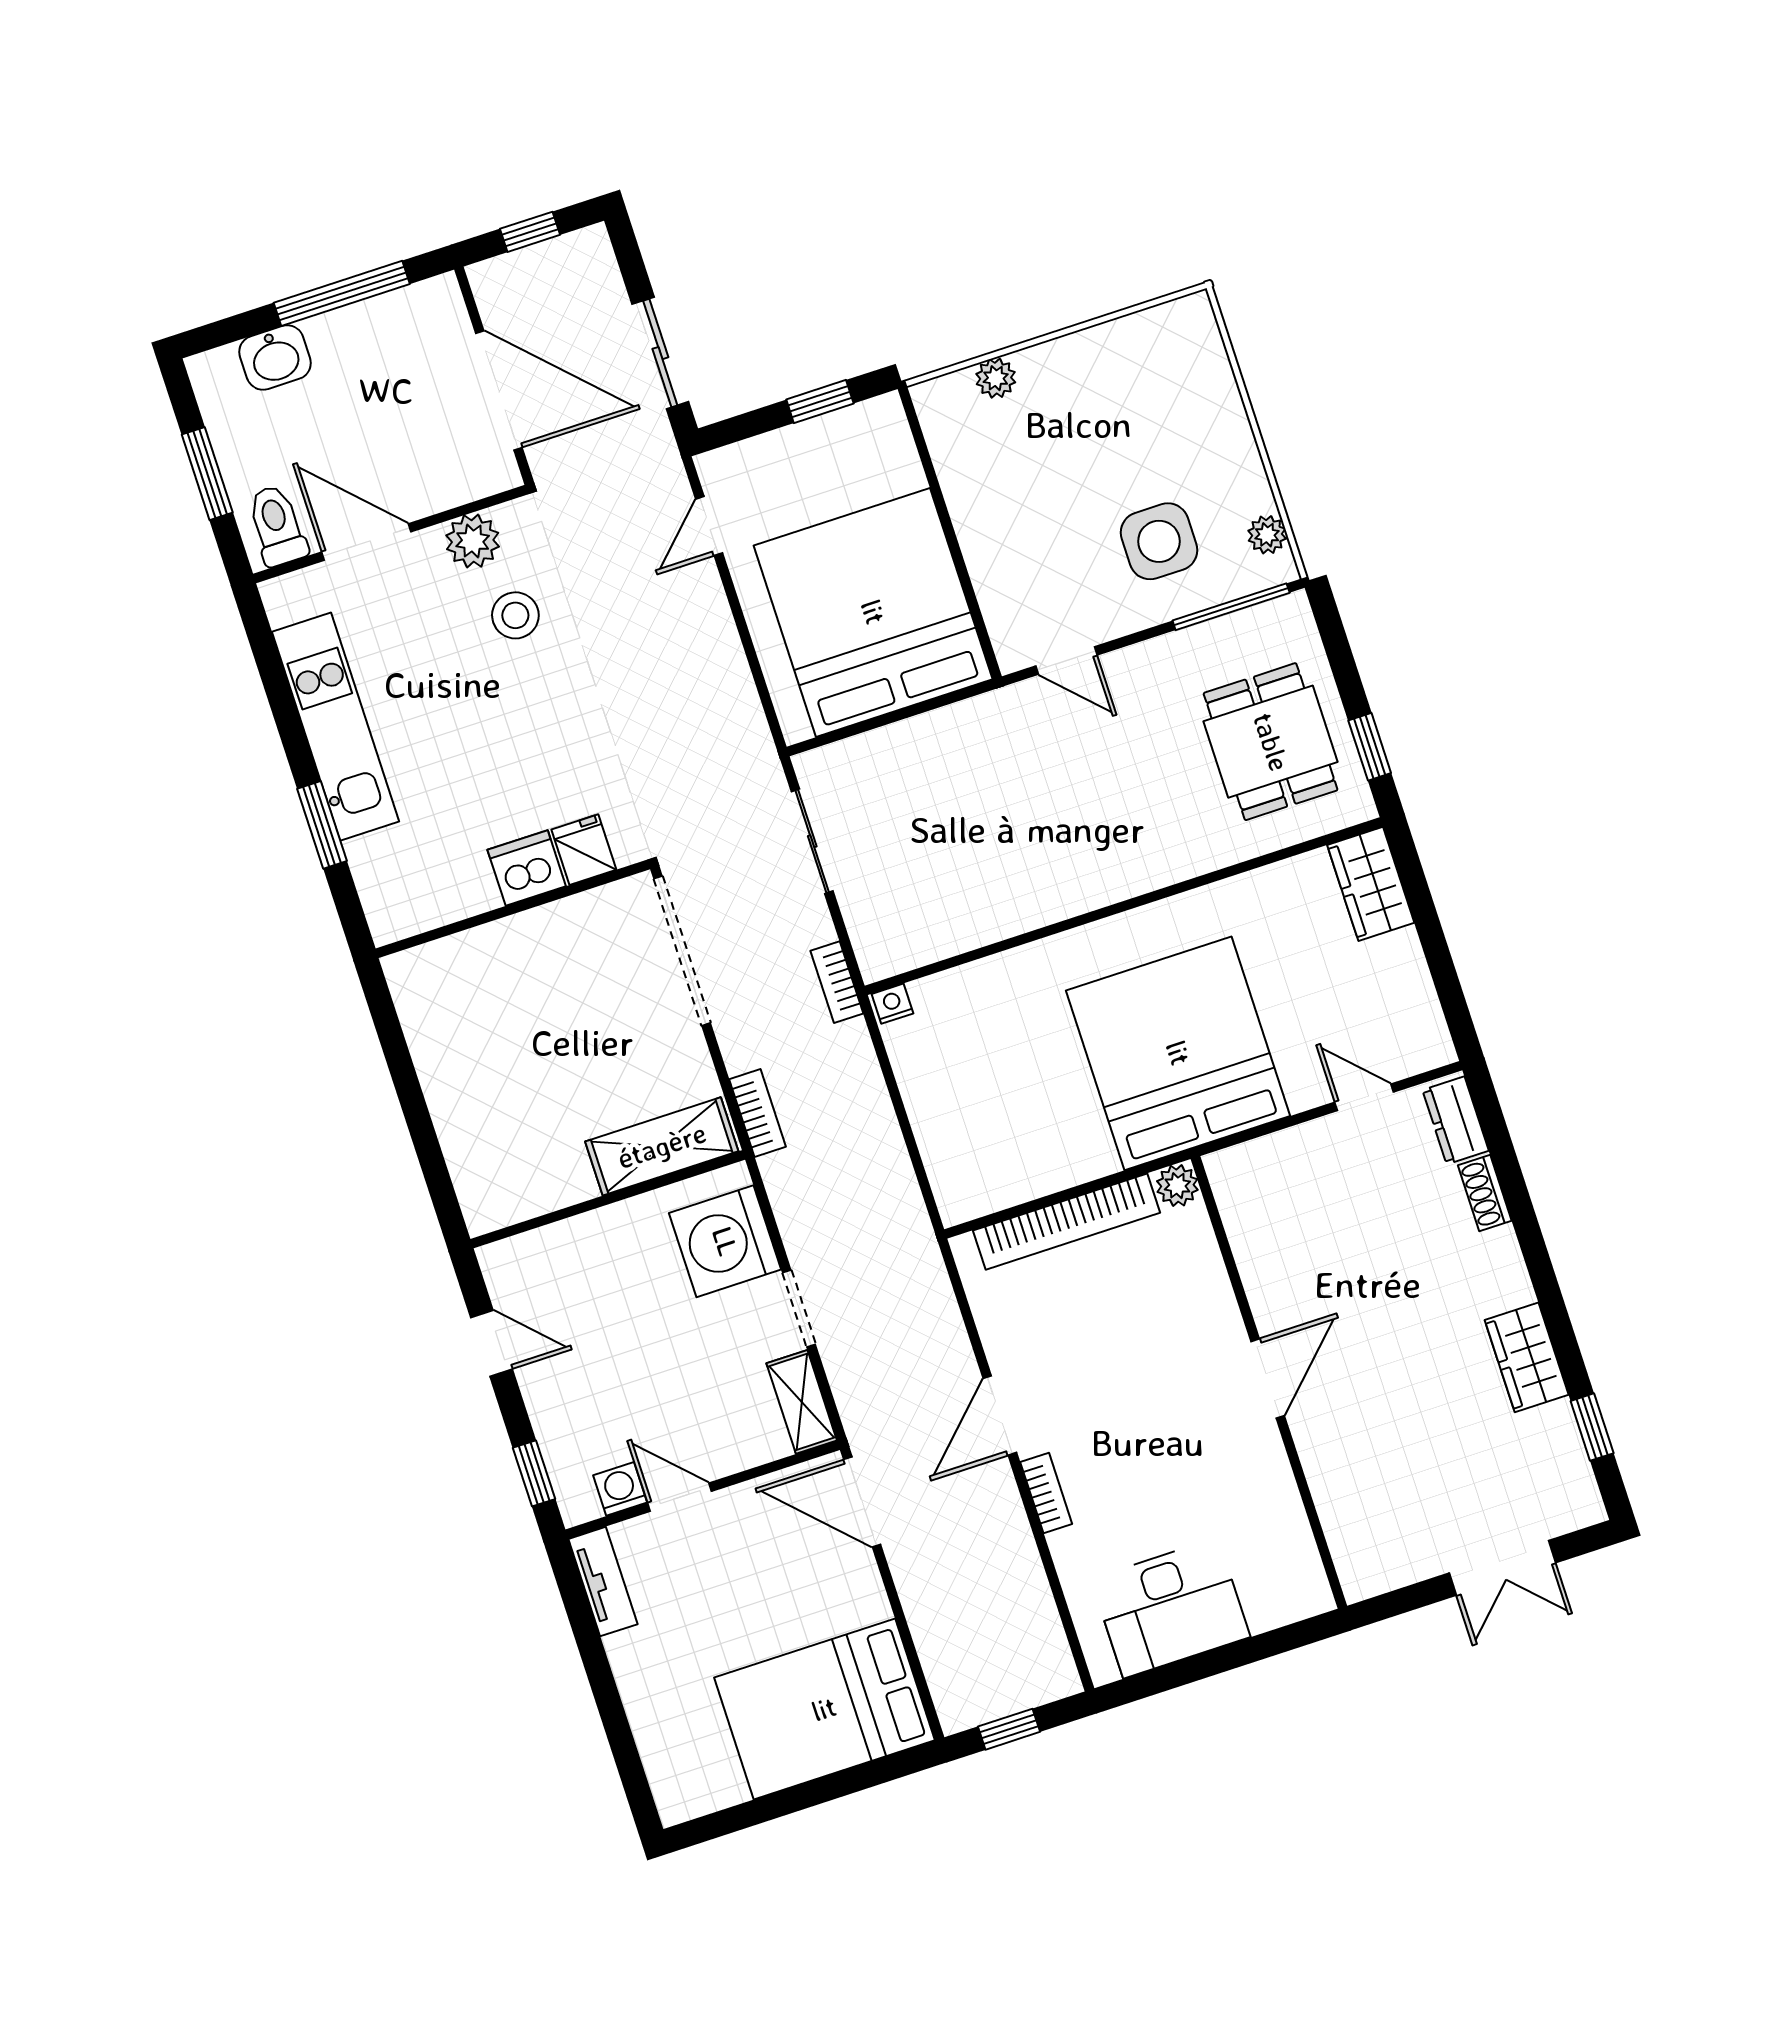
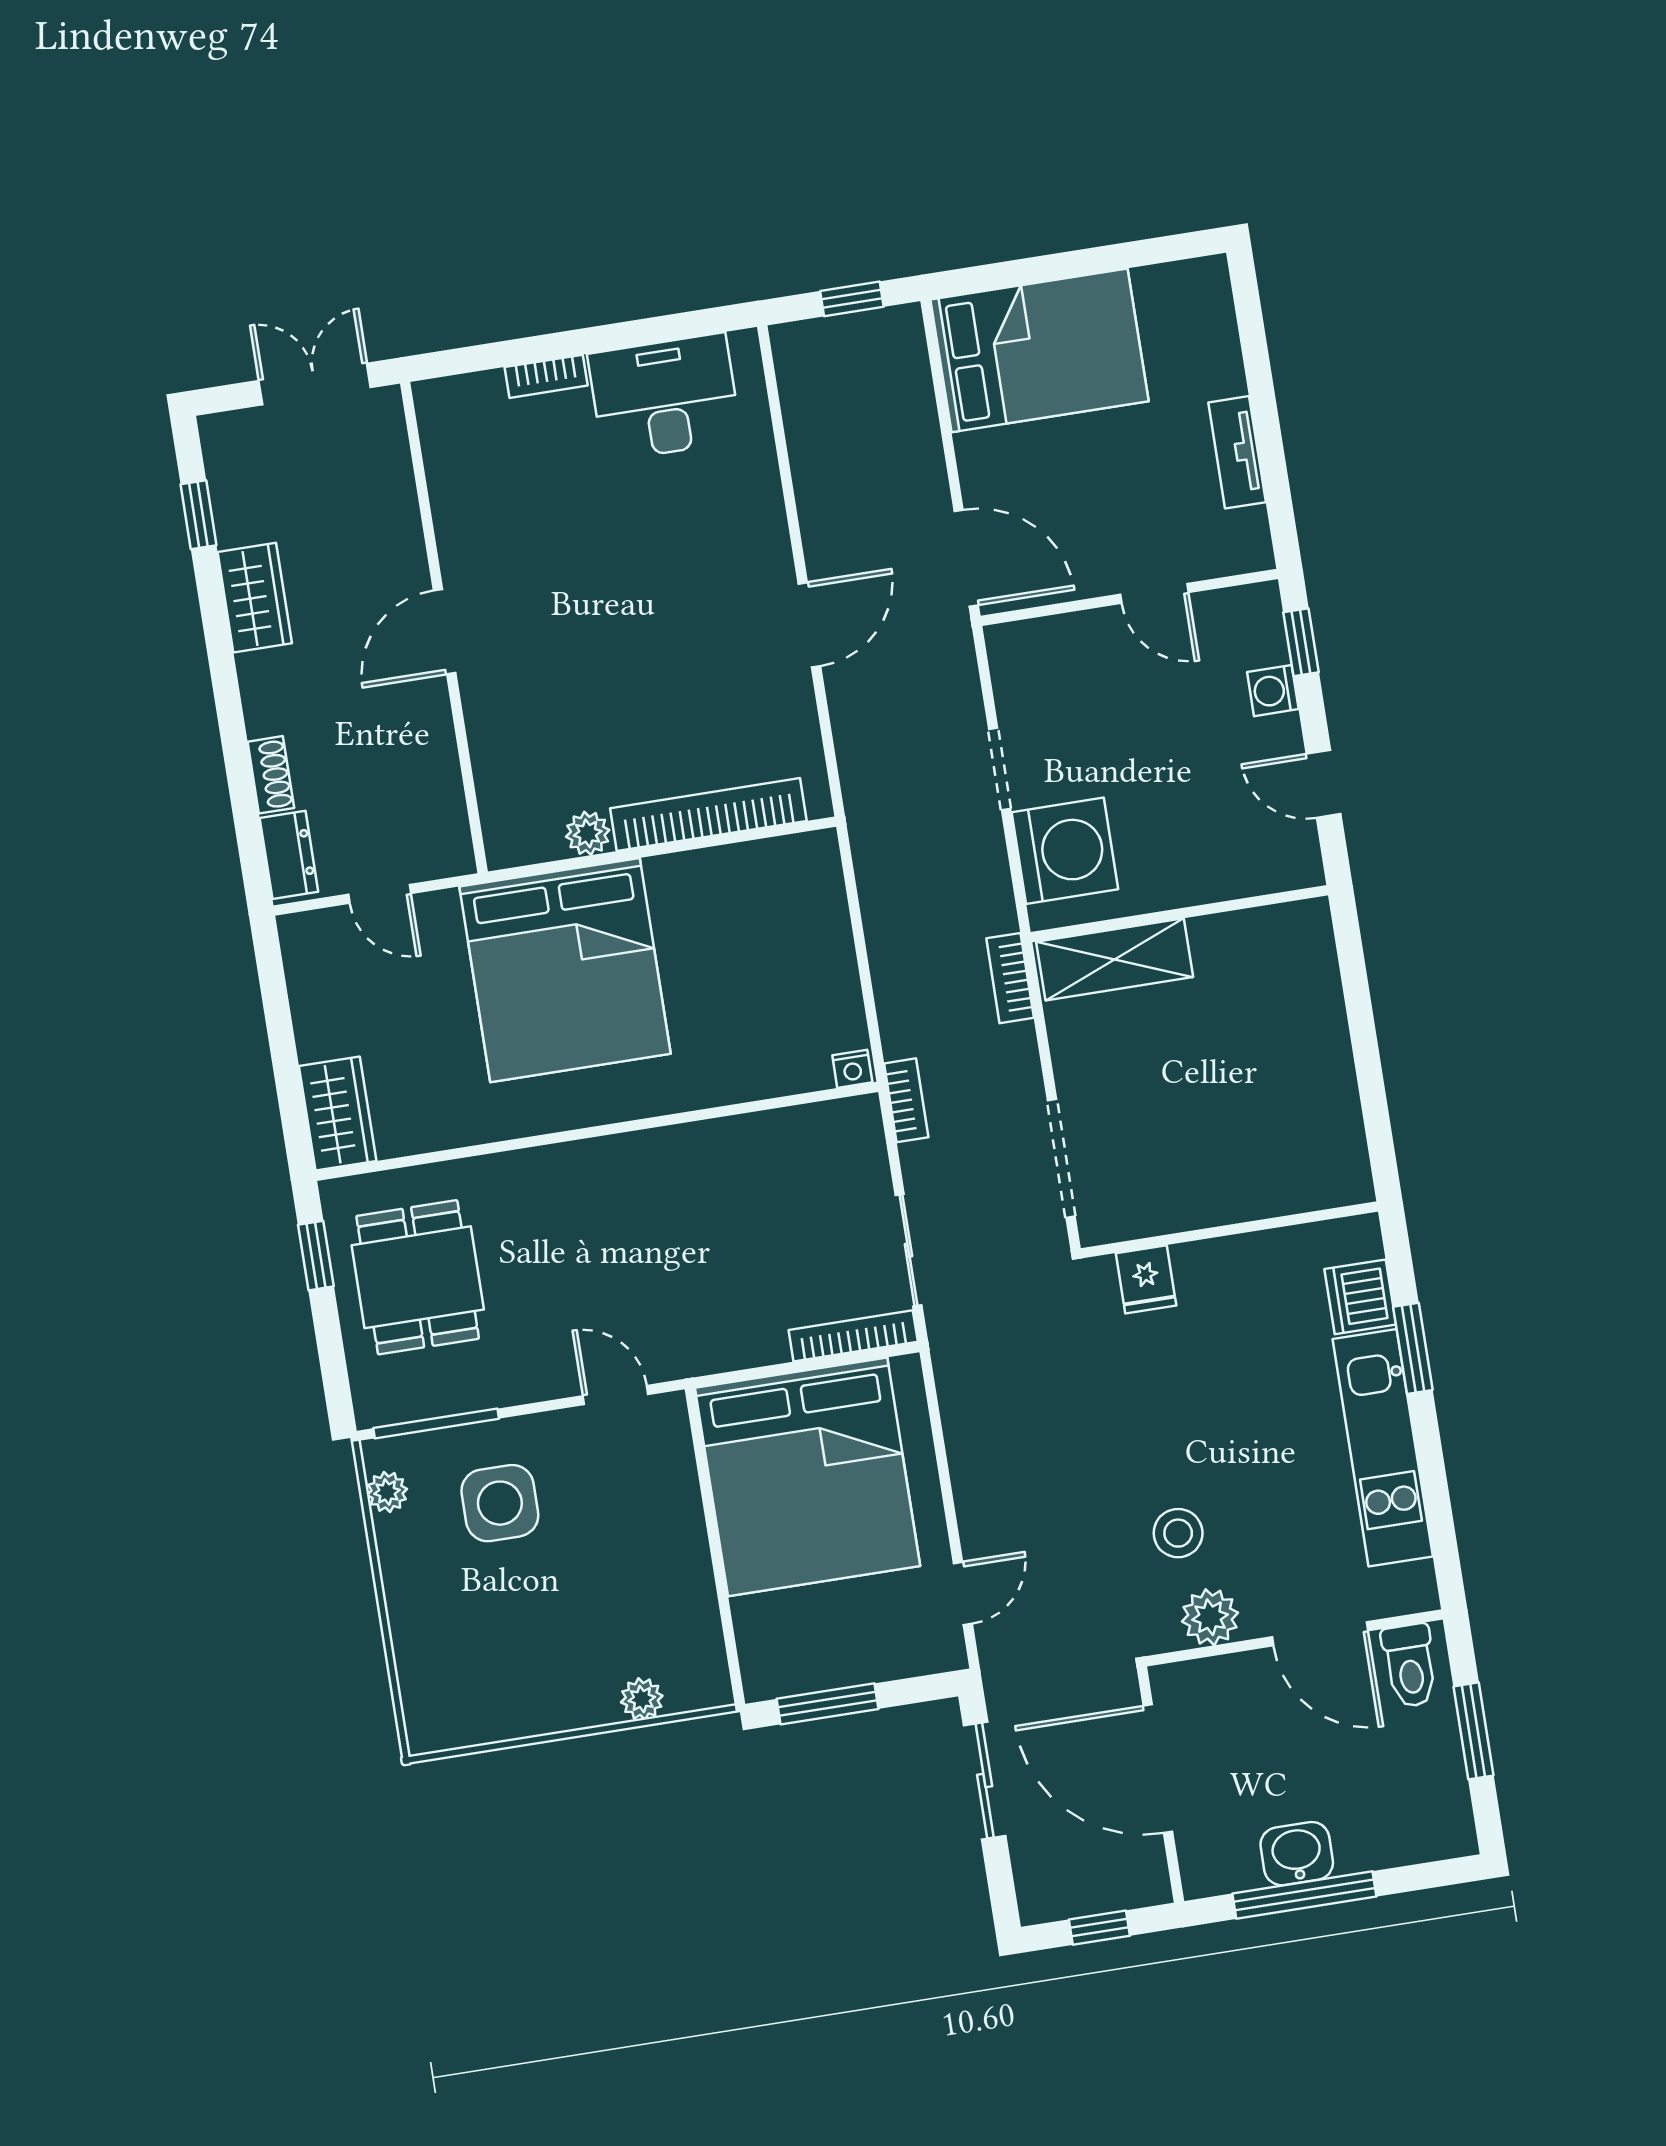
washbasin: (275, 357) -> (1297, 1854), moved
window: (820, 401) -> (828, 1704), width x1.50
bookcase: (851, 752) -> (853, 1336), added
dishwasher: (527, 868) -> (1360, 1297), moved, turned 90
doorway: (682, 951) -> (1061, 1158), width x0.73
door: (1268, 1378) -> (445, 632), moved
wall: (1269, 1382) -> (444, 628), moved
shelving: (802, 1402) -> (1012, 672), removed
washing machine: (620, 1489) -> (1273, 691), moved, turned 90
bookcase: (1046, 1493) -> (546, 376), moved, turned -90
tv unit: (603, 1582) -> (1237, 452), moved

